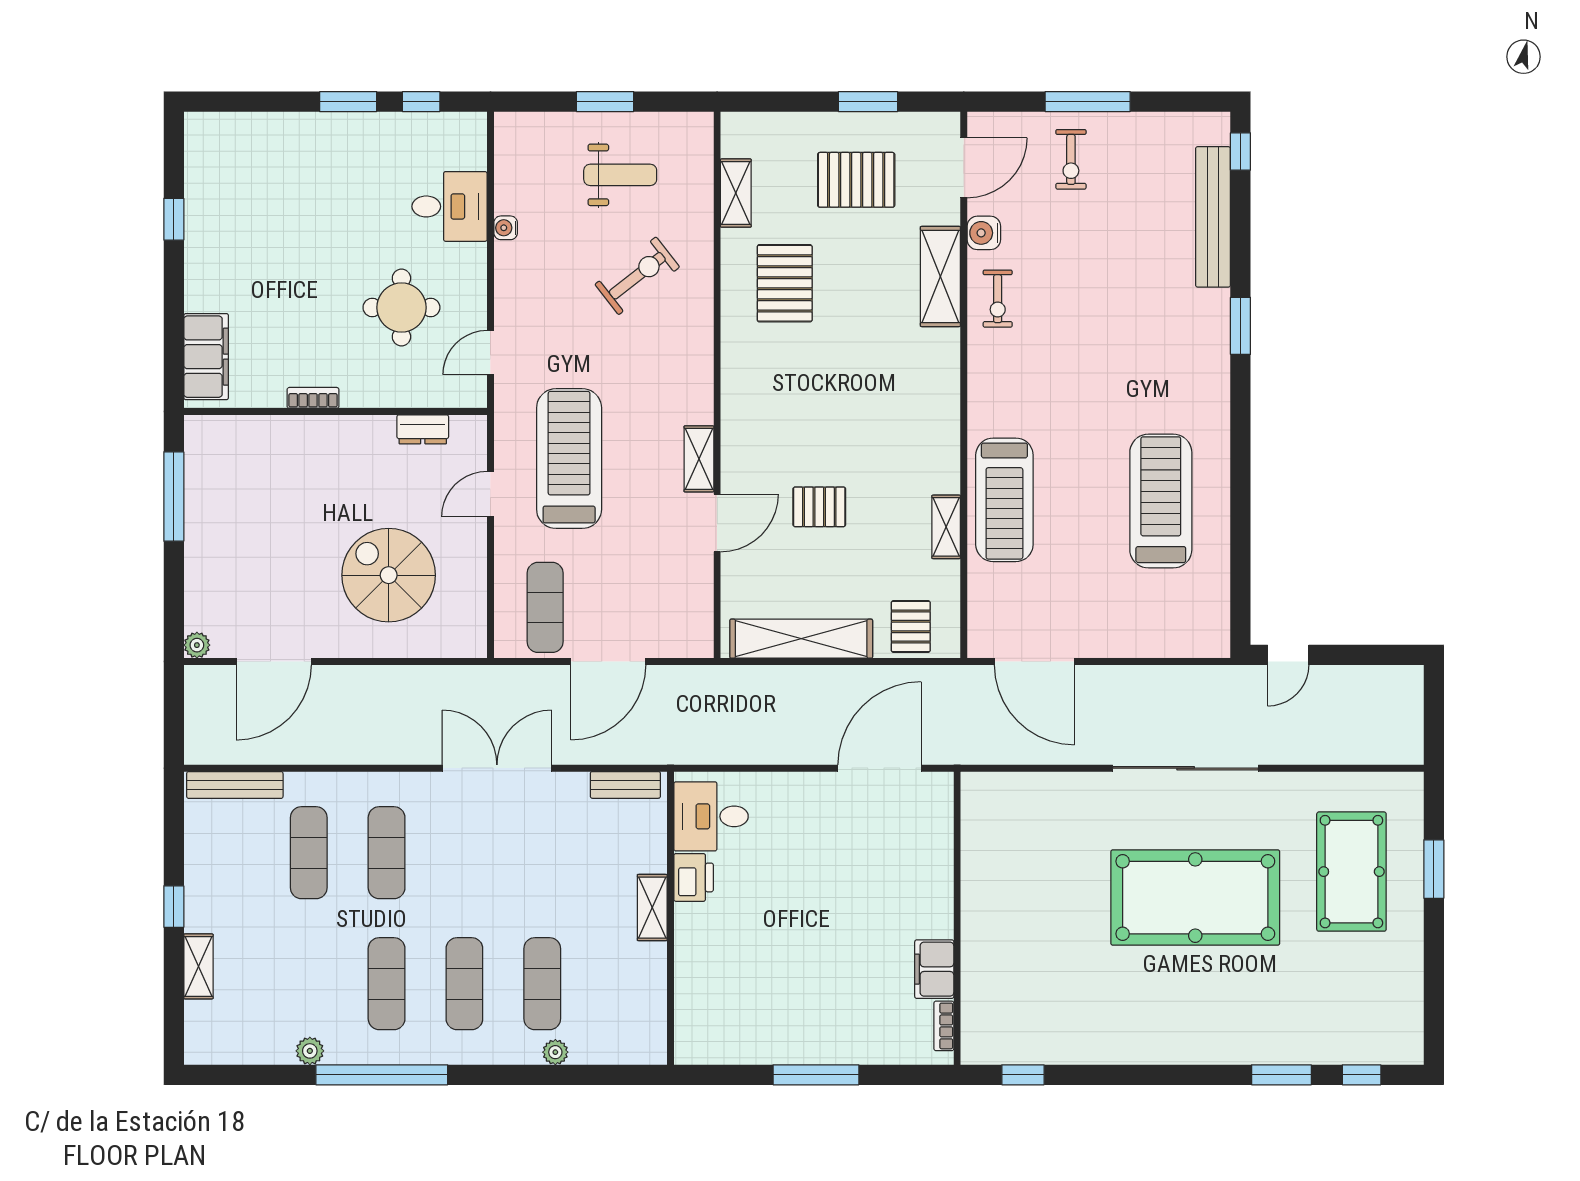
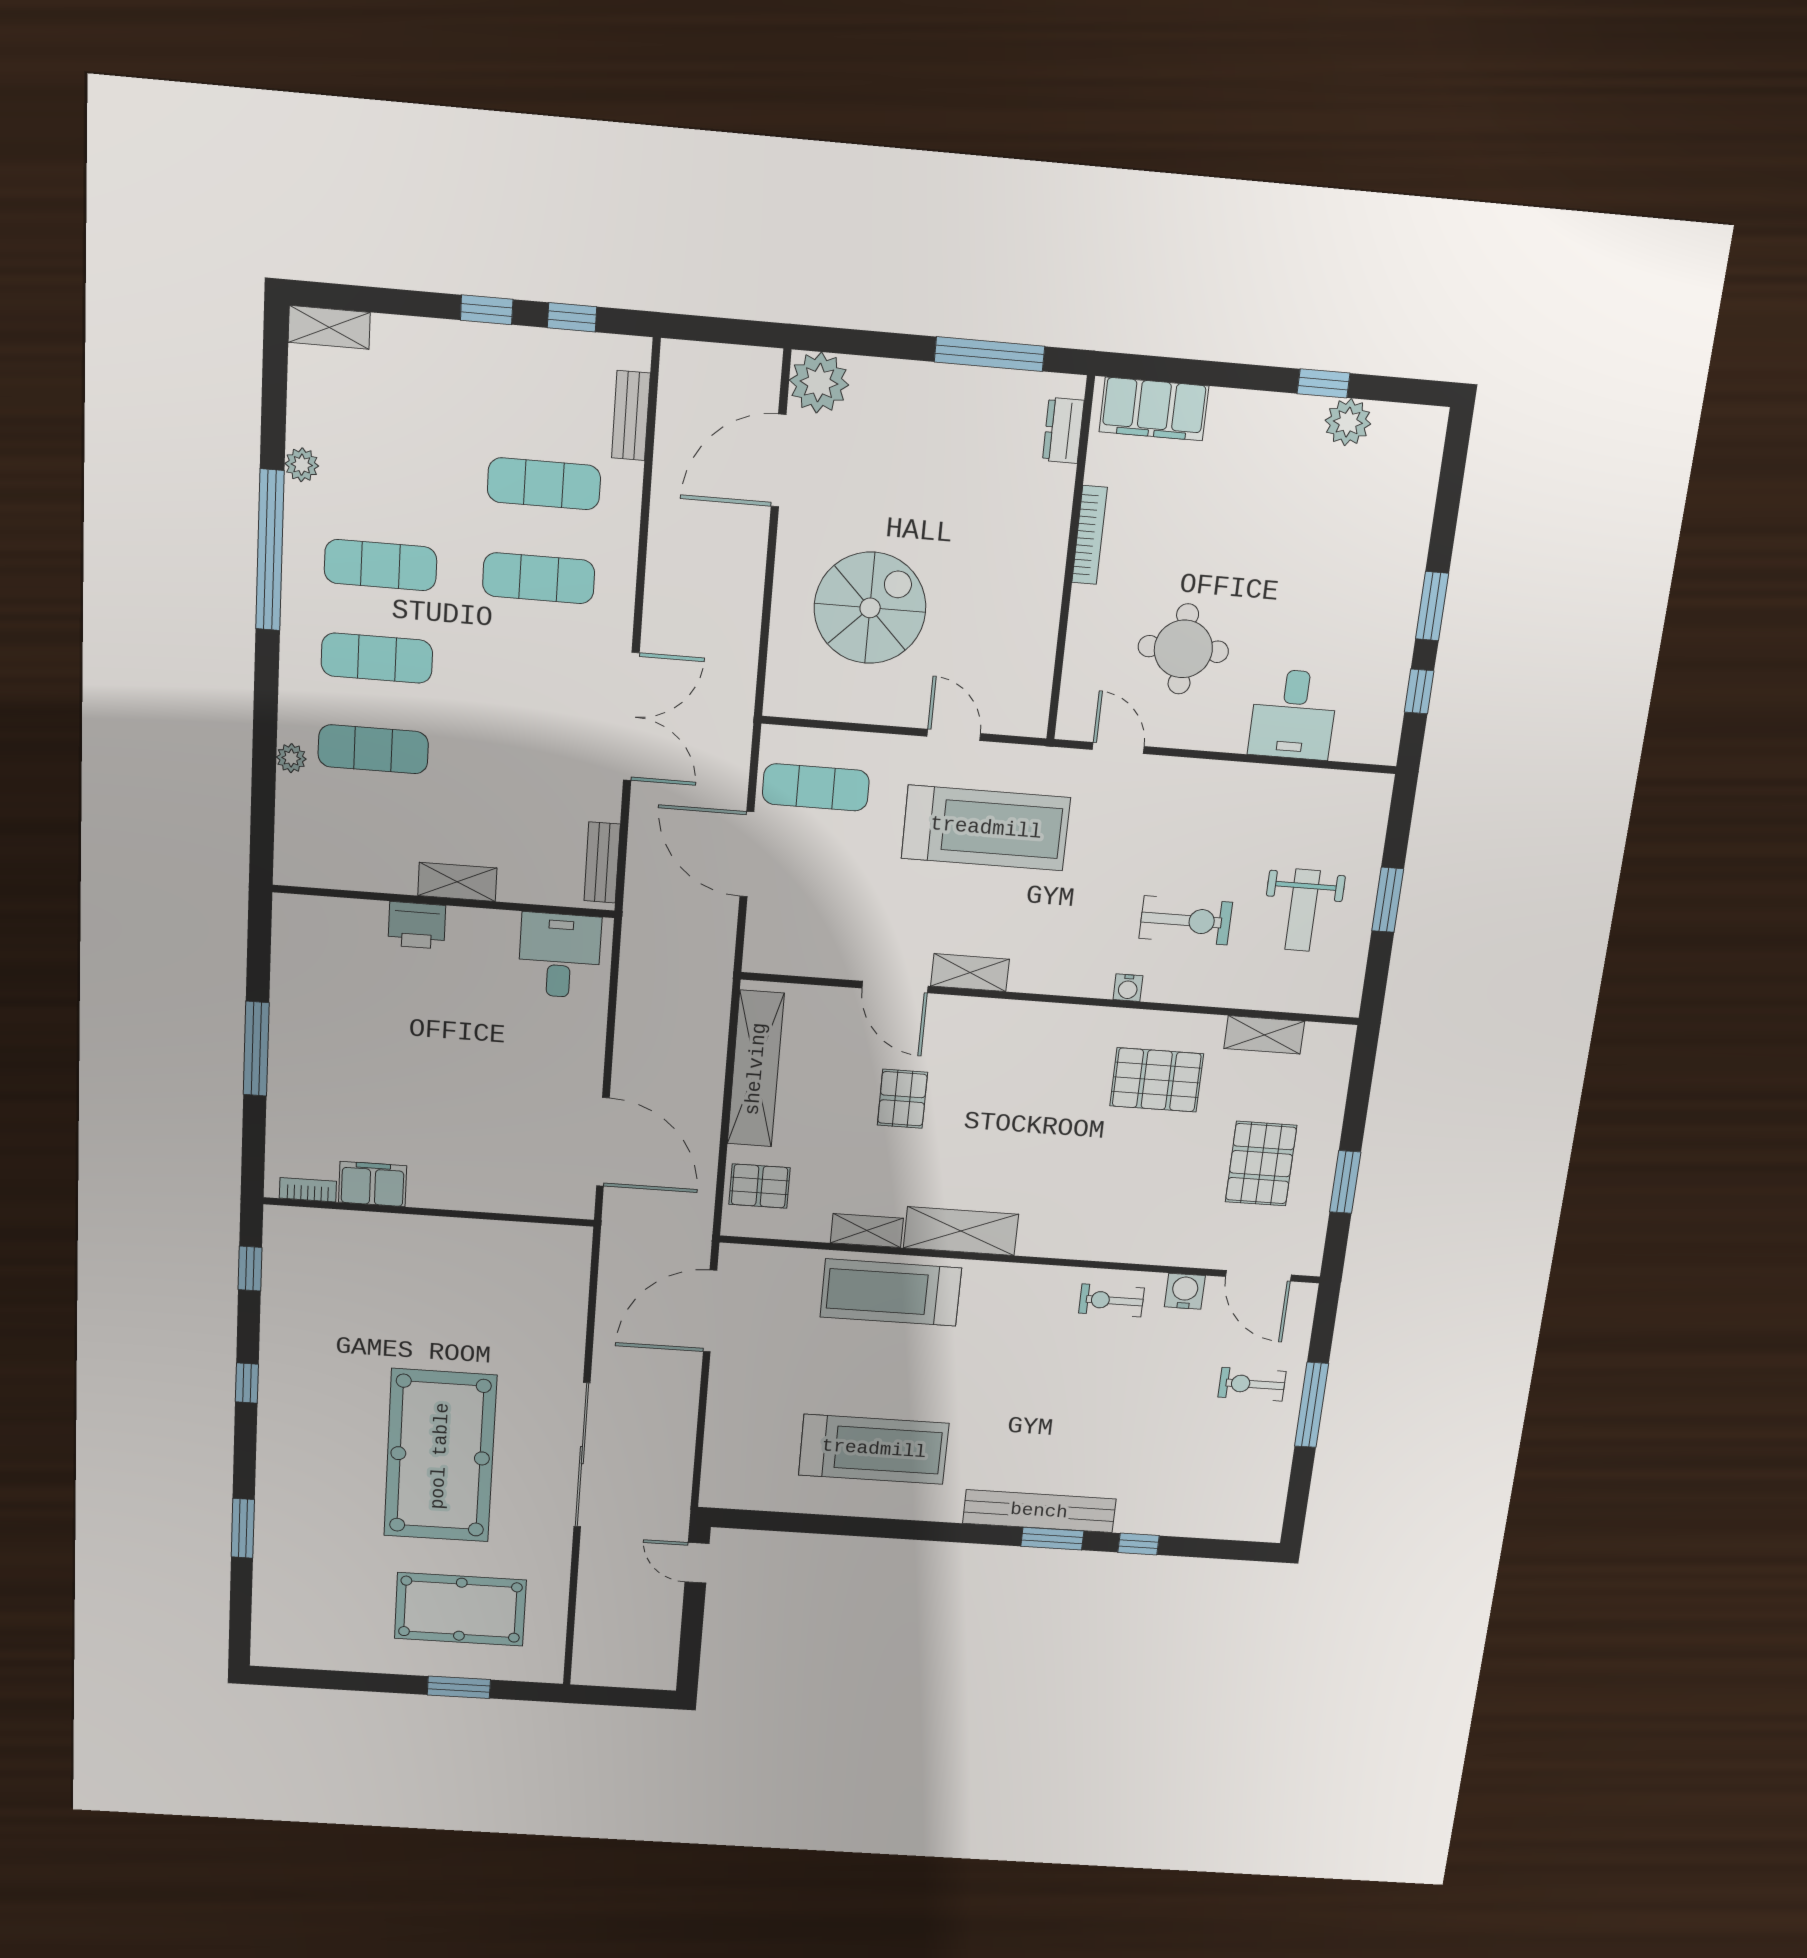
window: (1240, 152) -> (1139, 1544), moved
plant: (203, 195) -> (1348, 422), added
bench: (1213, 217) -> (1039, 1511), moved
water cooler: (506, 228) -> (1128, 988), moved, turned 180
exercise bike: (637, 276) -> (1186, 920), turned -52
shelving: (940, 276) -> (961, 1231), moved
bookcase: (313, 398) -> (1090, 535), width x1.56
dresser: (423, 429) -> (1063, 431), moved
plant: (197, 645) -> (819, 383), width x1.87, depth x1.87
door: (274, 662) -> (779, 461), hinge flipped
bench: (235, 785) -> (631, 416), width x0.73
window: (174, 838) -> (572, 317), added
printer: (694, 877) -> (417, 925), moved
shelving: (198, 966) -> (329, 327), moved
window: (1362, 1075) -> (247, 1383), moved

